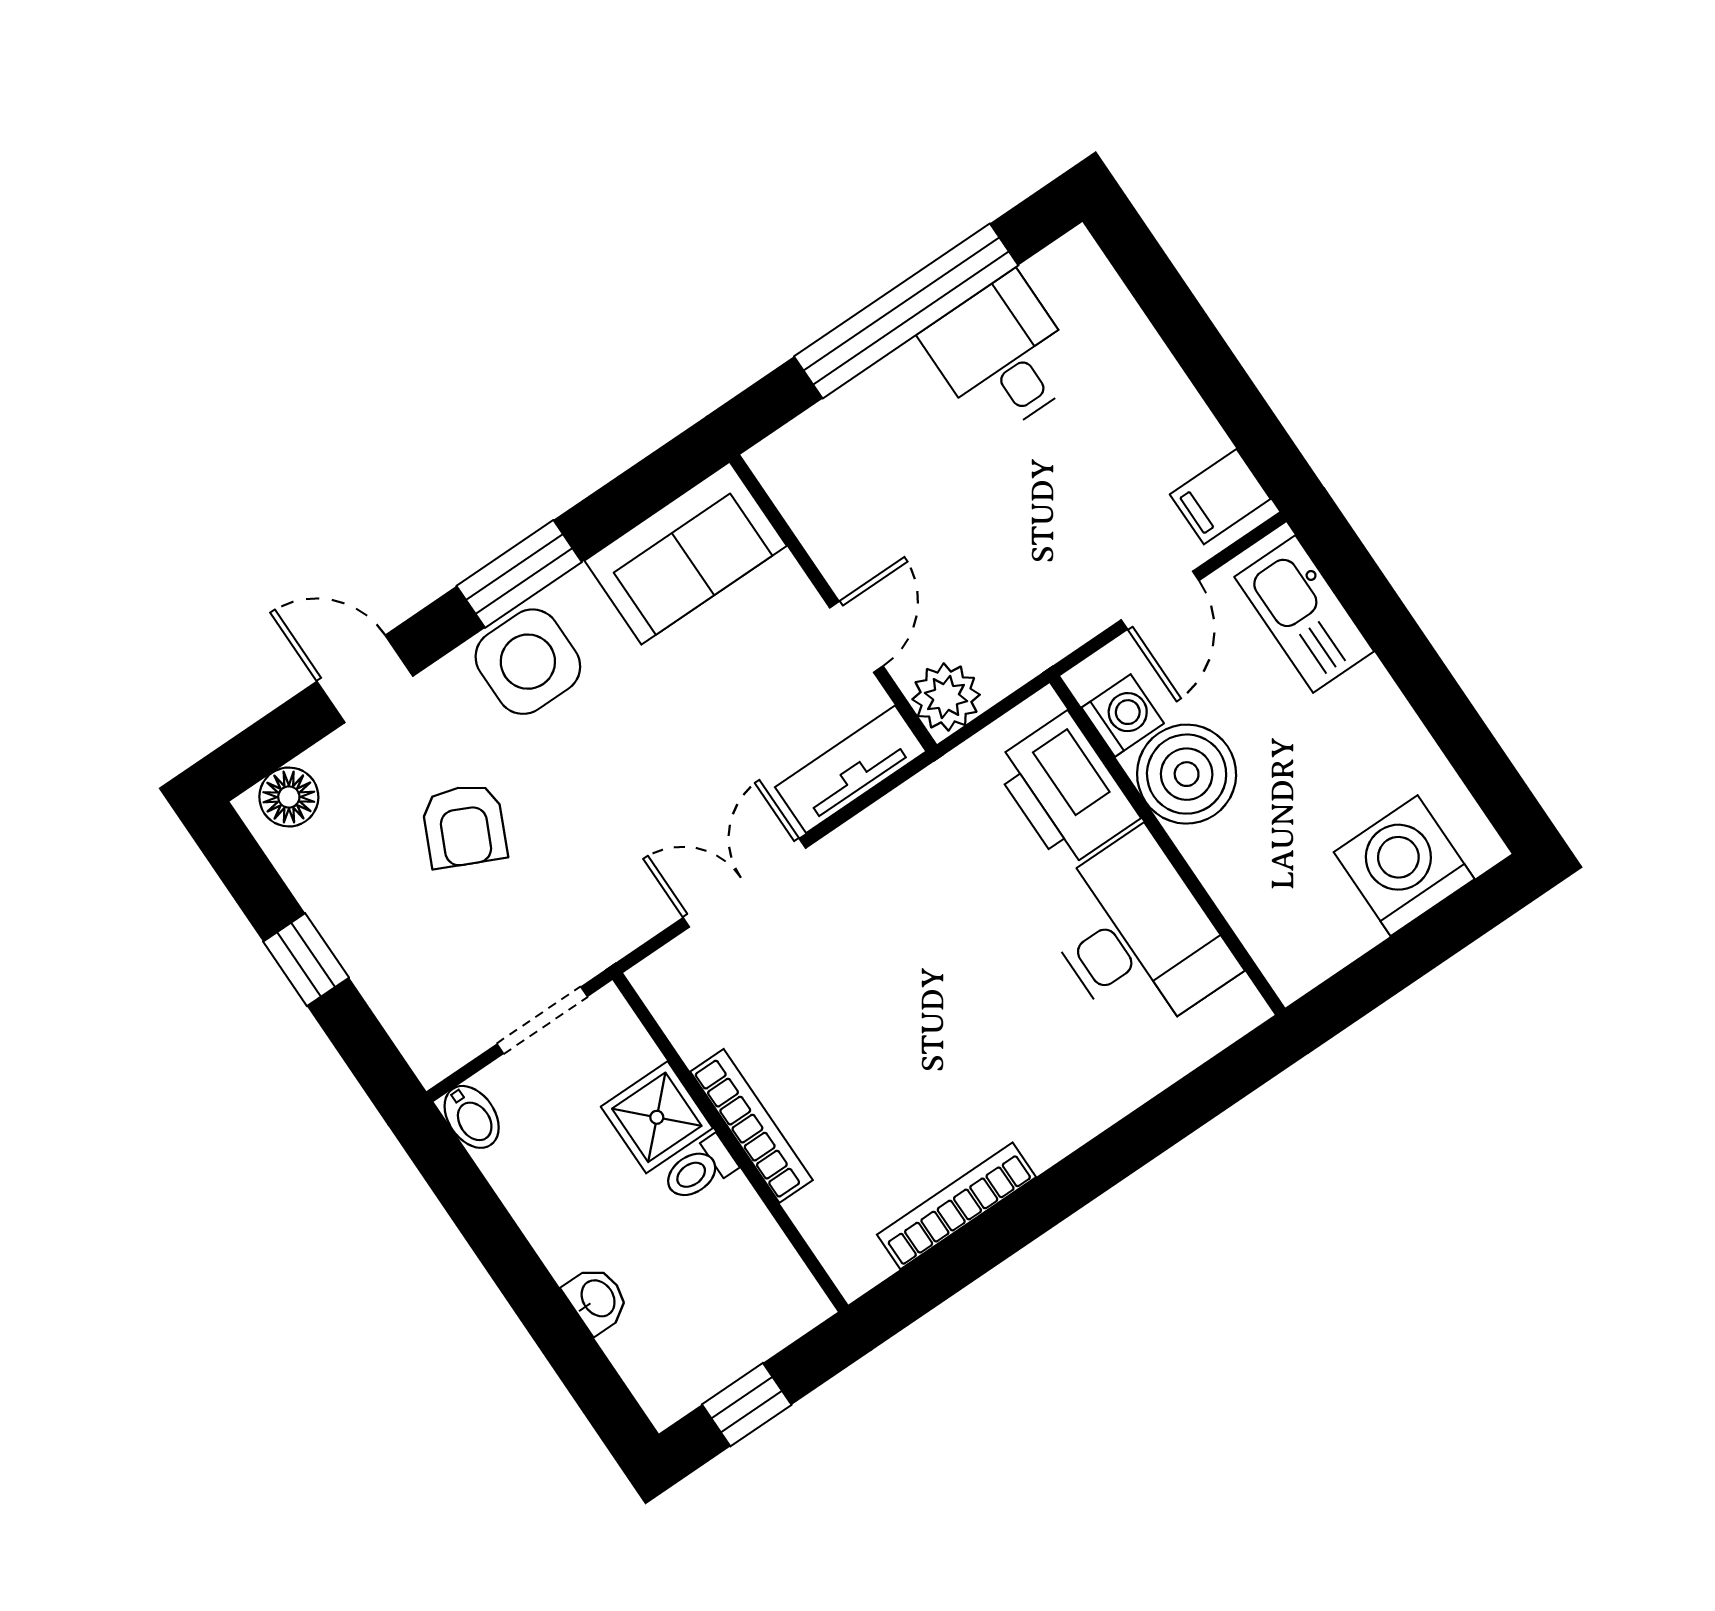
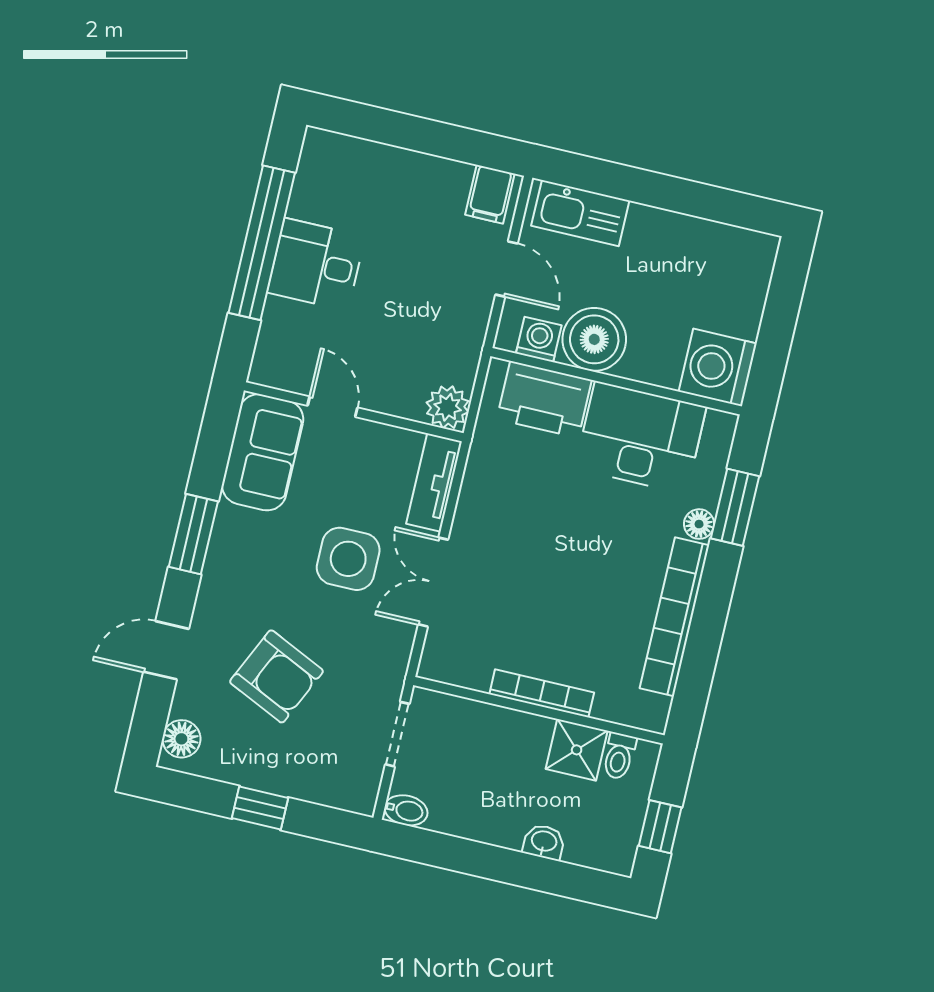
desk: (1003, 355) -> (316, 264), moved
door: (856, 637) -> (333, 407), moved
side table: (528, 662) -> (348, 559), moved
armchair: (464, 826) -> (276, 676), width x1.38, depth x1.38
washing machine: (1404, 866) -> (718, 368), moved
floor lamp: (1112, 1097) -> (699, 524), added
window: (1171, 1116) -> (735, 507), added
shower: (657, 1117) -> (577, 750), moved
toilet: (699, 1169) -> (619, 756), moved
bookcase: (957, 1206) -> (674, 617), width x1.48, depth x1.31

